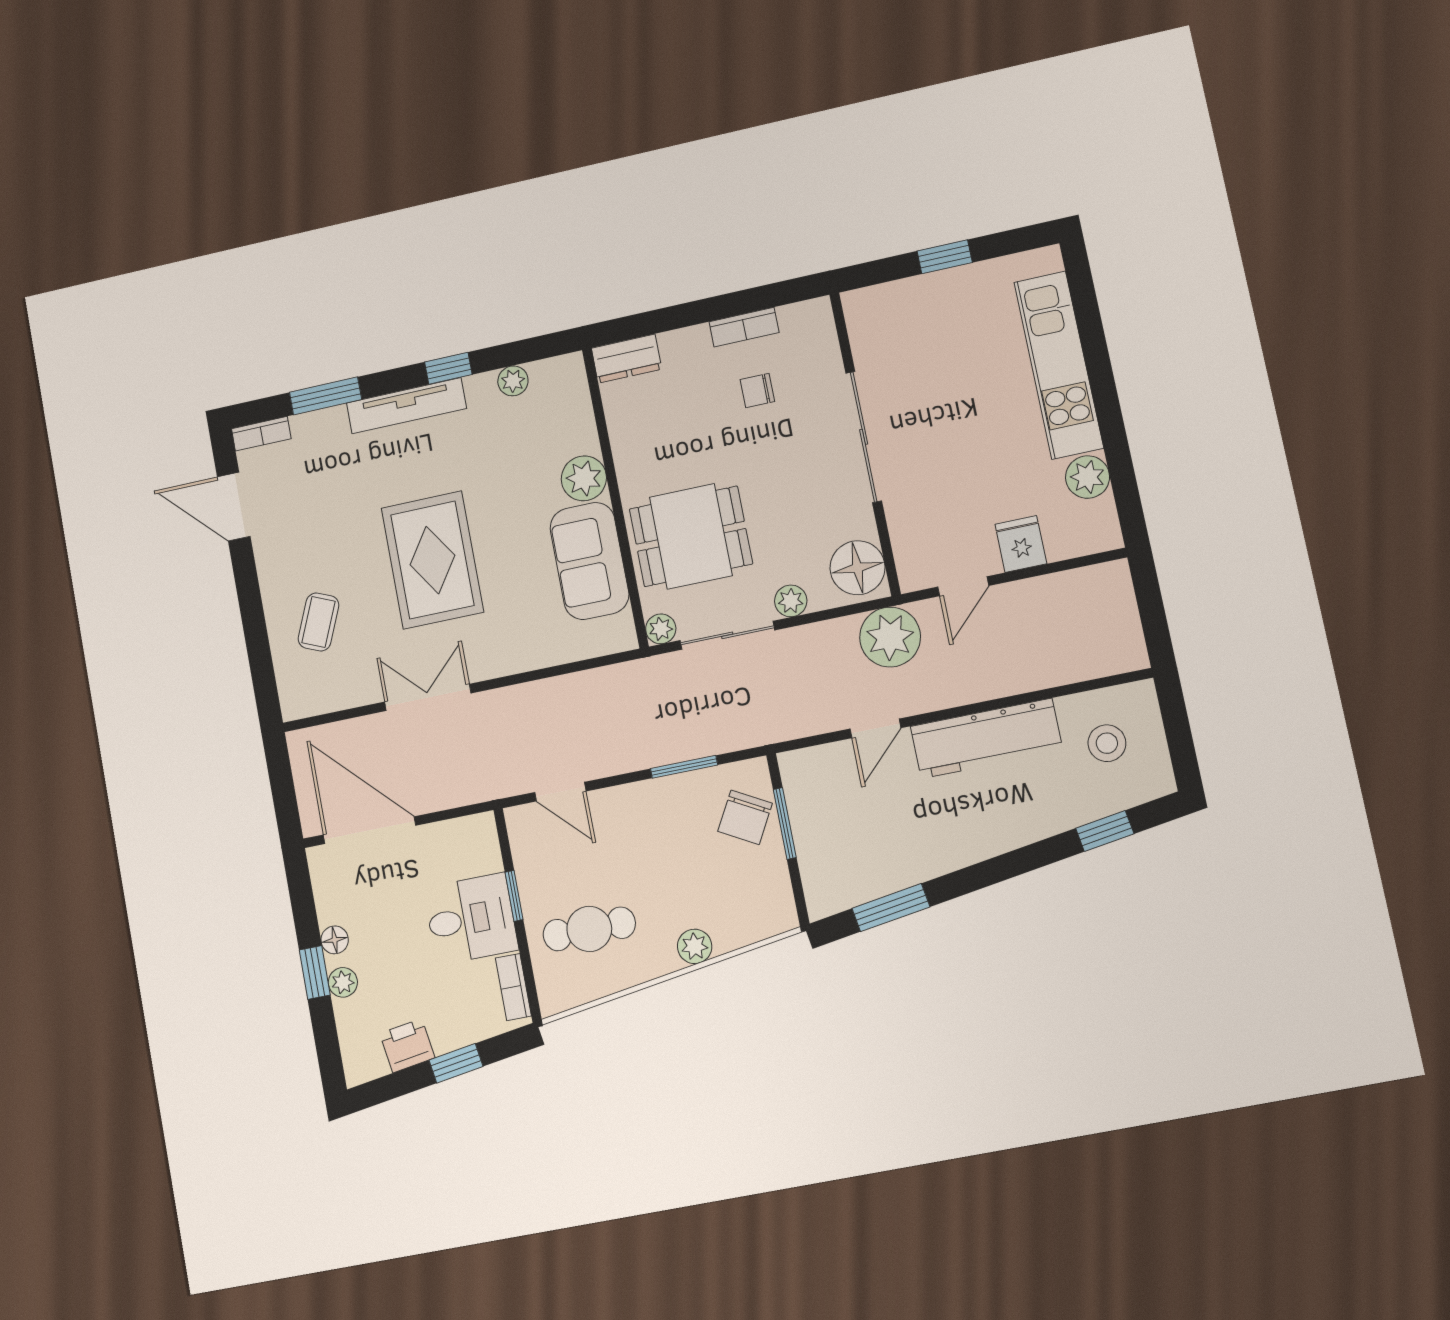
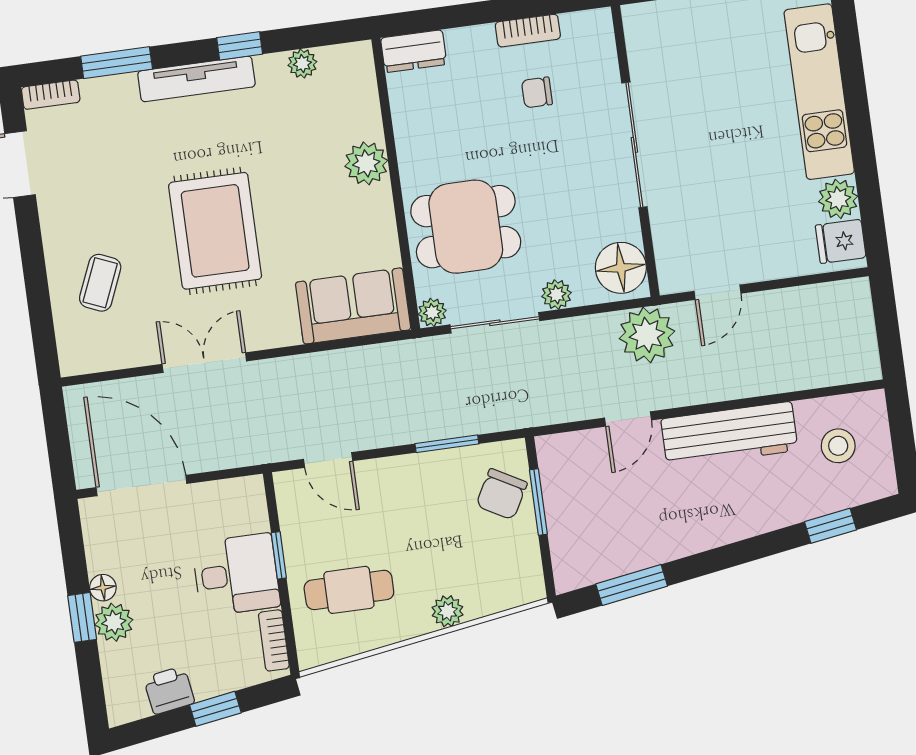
fridge: (1021, 544) -> (841, 241), moved, turned -90
sofa: (589, 561) -> (353, 306), moved, turned 90
plant: (343, 982) -> (114, 622), width x1.38, depth x1.38

